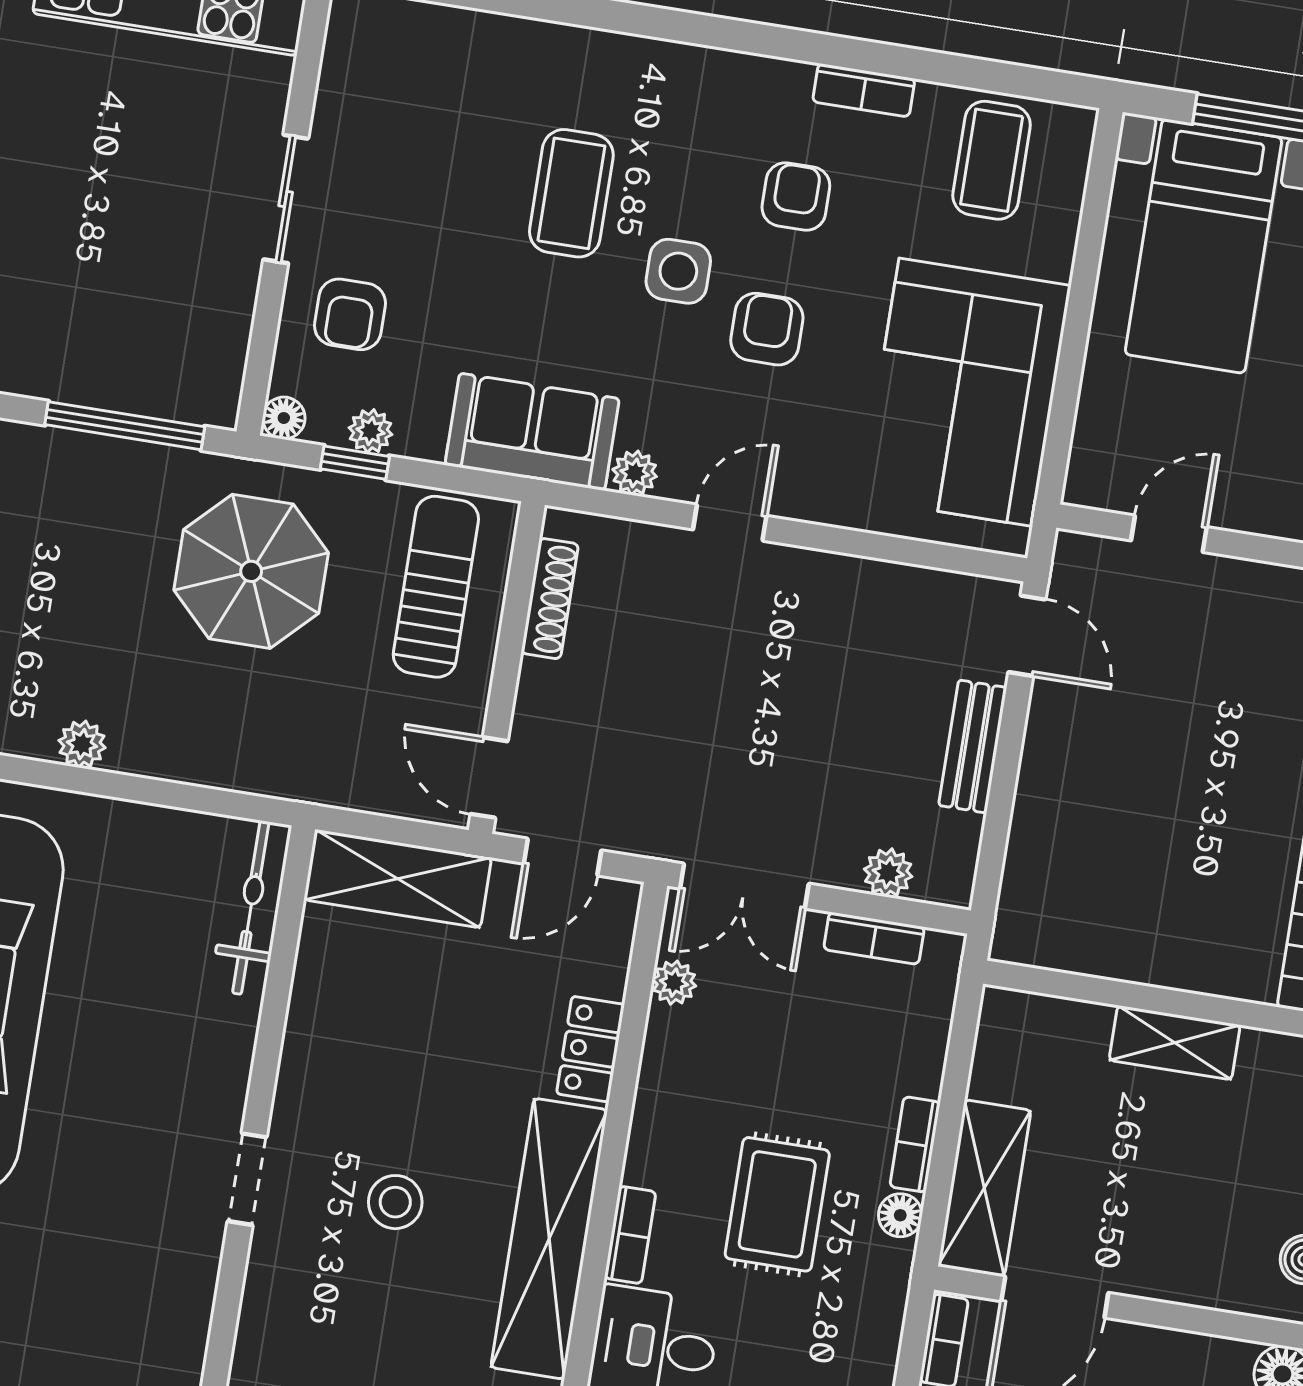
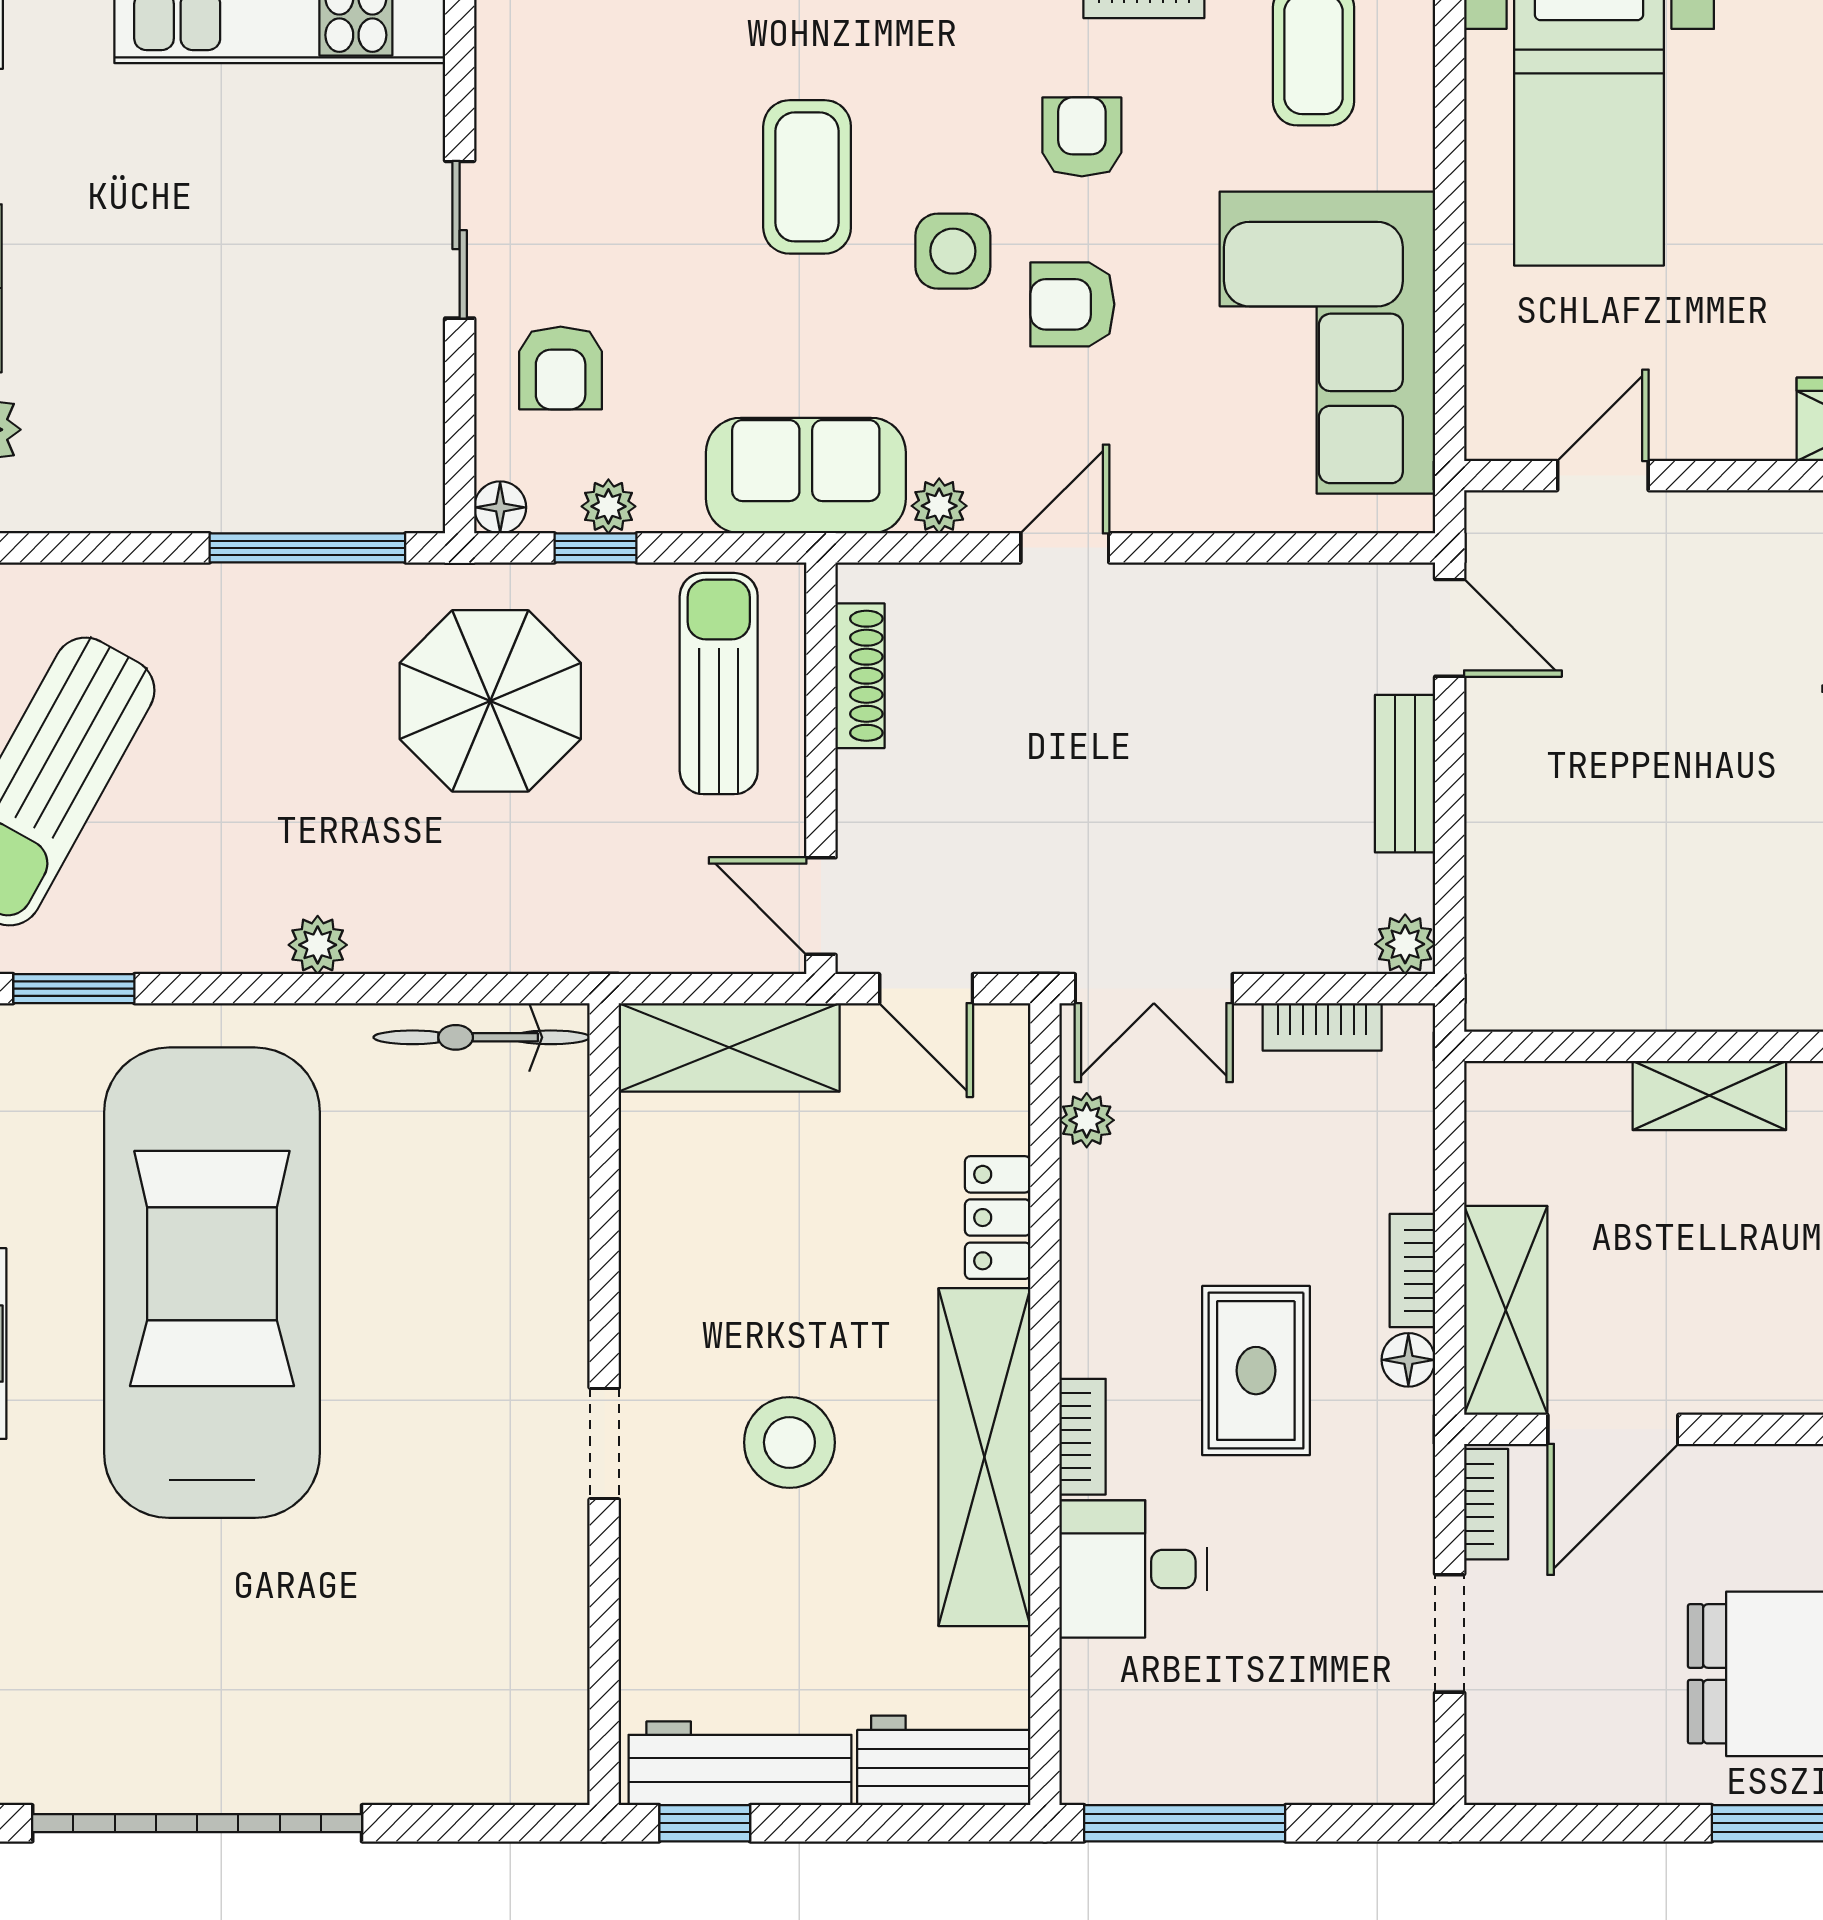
armchair: (767, 329) -> (1072, 304), turned -90
door: (562, 857) -> (926, 989), hinge flipped
plant: (888, 873) -> (1405, 944), moved
bicycle: (251, 907) -> (482, 1037), moved, turned -90
stool: (395, 1202) -> (789, 1442), width x1.38, depth x1.38

